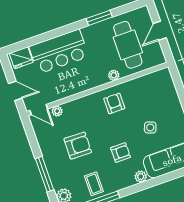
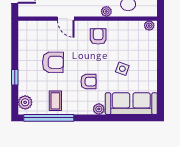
door: (39, 110) -> (66, 19), moved
plant: (57, 111) -> (149, 26), moved
window: (45, 174) -> (15, 77), width x0.46

